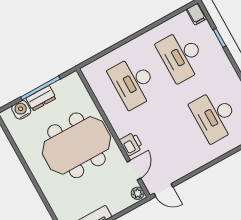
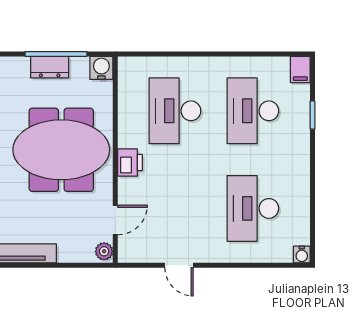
water cooler: (21, 110) -> (101, 68), moved
printer: (131, 144) -> (130, 163), moved
door: (163, 190) -> (179, 265), moved

